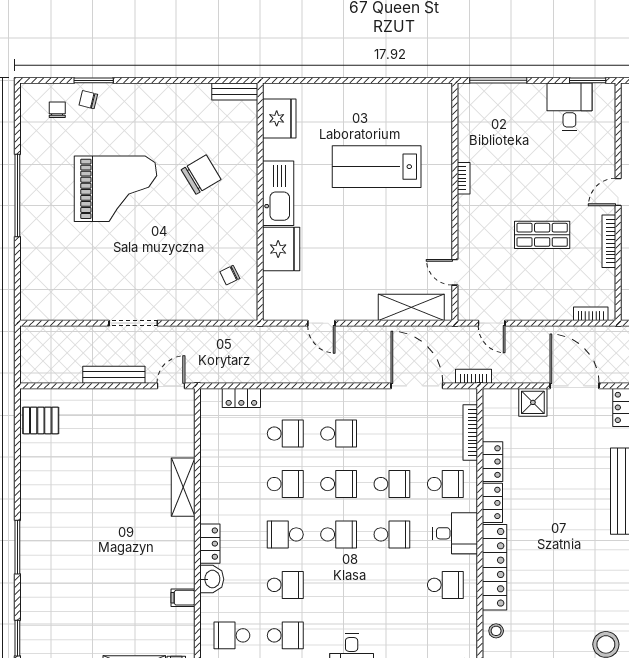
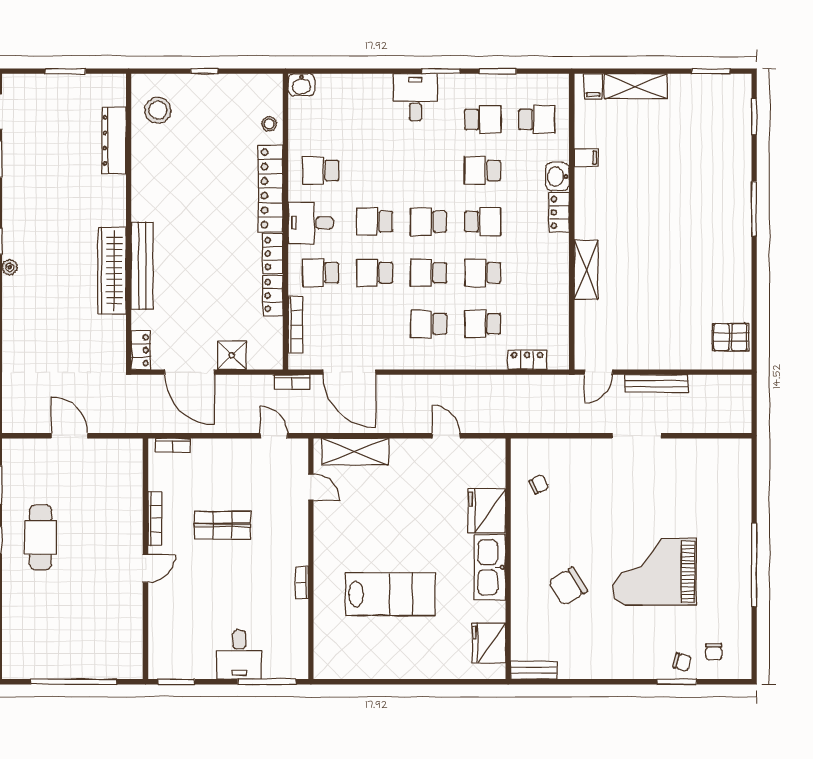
desk: (569, 107) -> (239, 655), moved
school desk: (285, 635) -> (483, 119), turned 180

